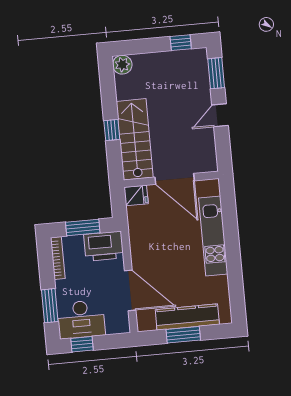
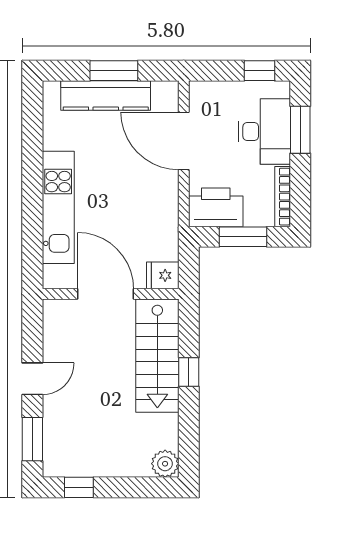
desk: (81, 319) -> (265, 132), moved, turned 90

